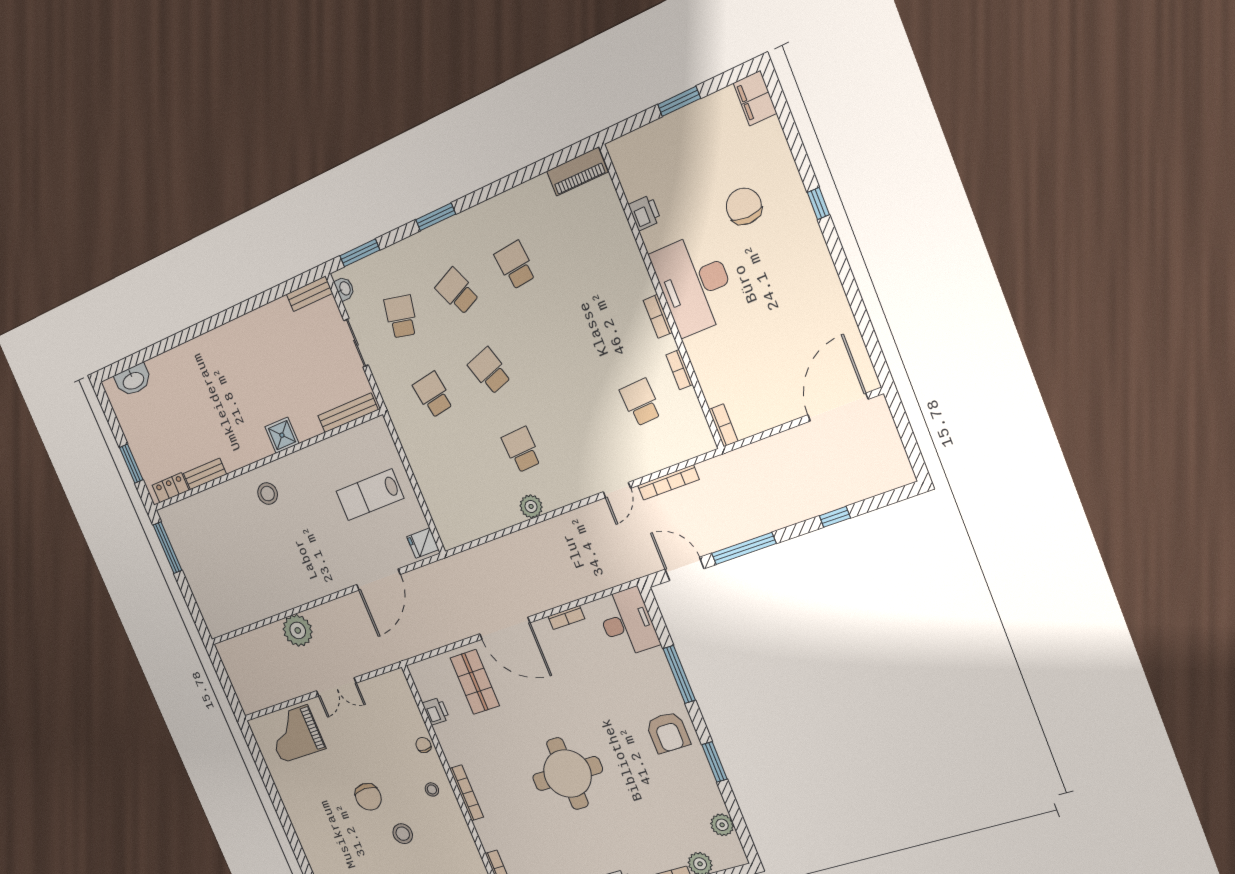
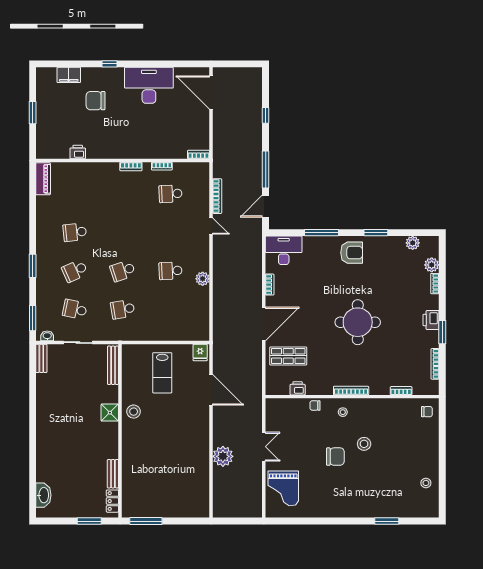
filing cabinet: (755, 98) -> (69, 75), moved
desk: (695, 284) -> (149, 85), moved, turned 180
stool: (268, 494) -> (134, 412), moved

